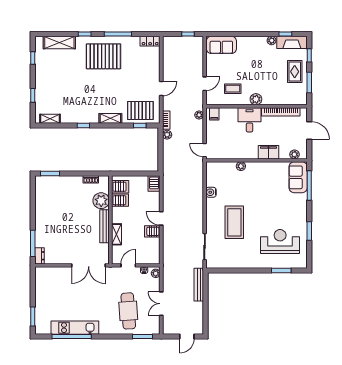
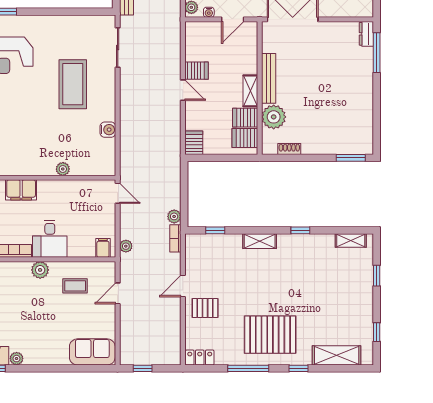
pallet: (140, 110) -> (205, 308), moved, width x0.67, depth x0.71
shelving: (117, 234) -> (250, 91), moved

